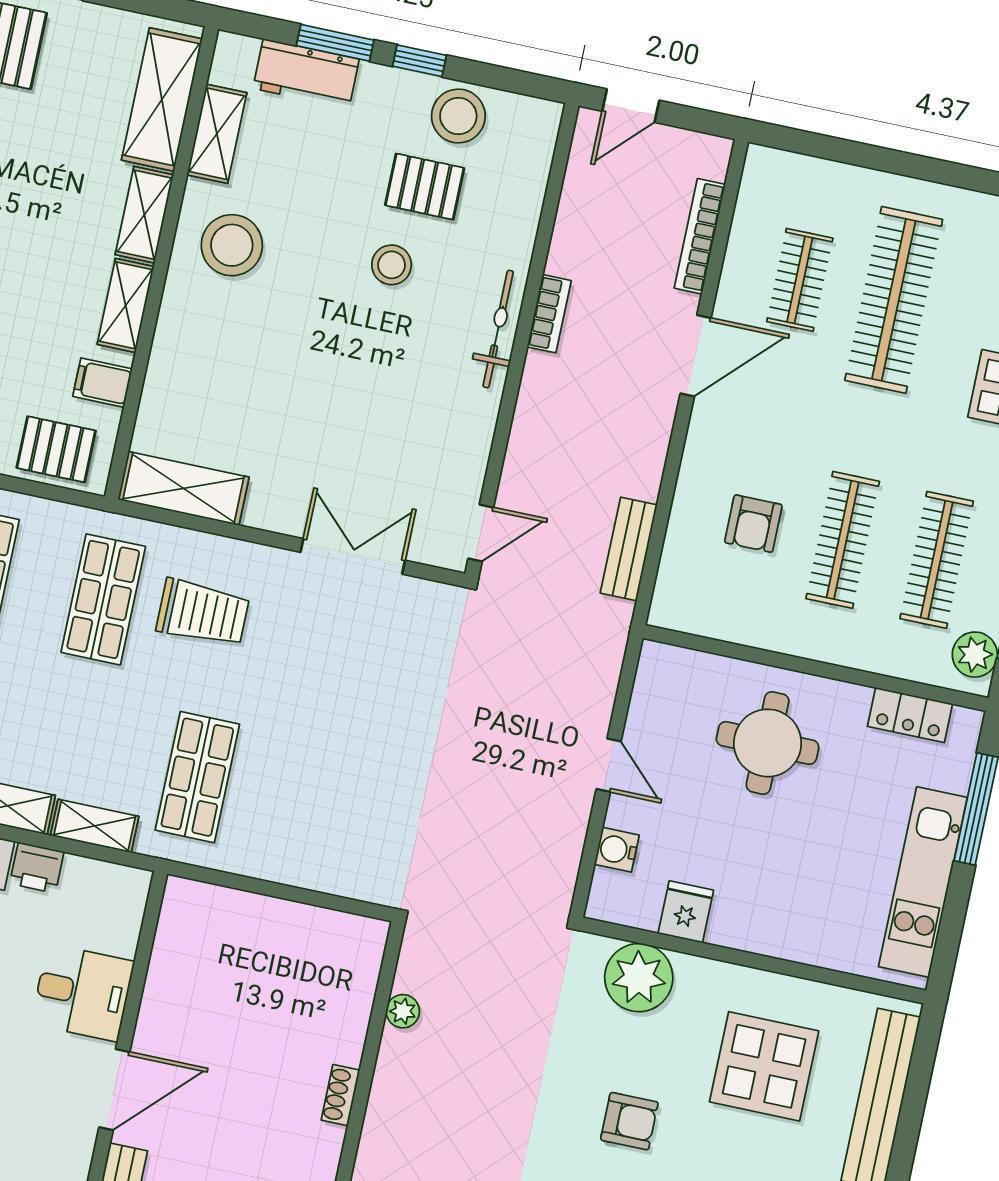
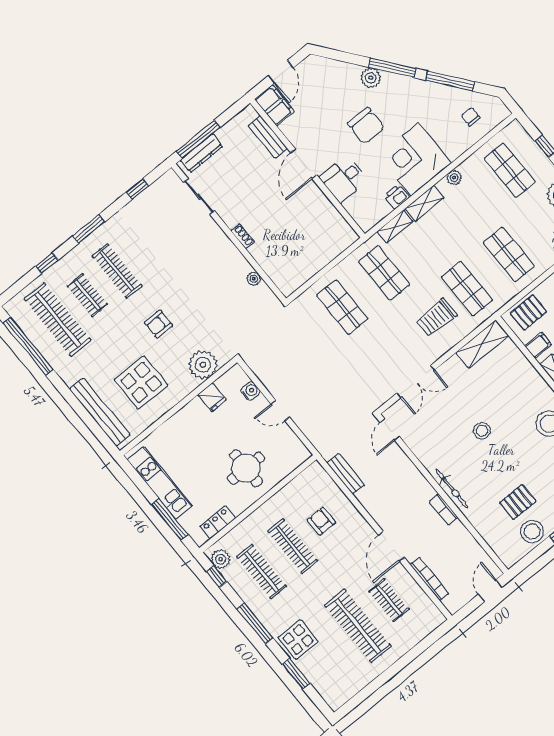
stool: (392, 265) -> (482, 431), moved
shop shelf: (324, 804) -> (342, 307), added

